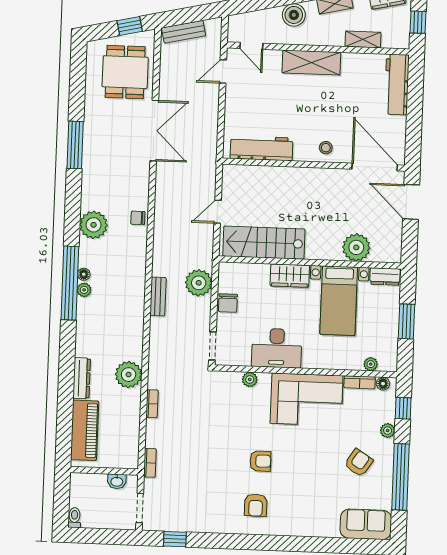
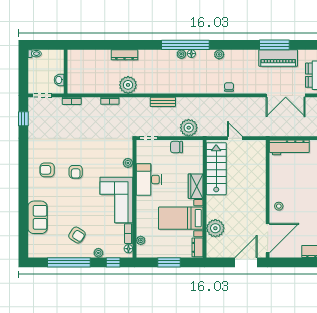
workbench: (261, 148) -> (289, 147), moved, turned 90
plant: (94, 225) -> (219, 54), width x0.53, depth x0.53
bench: (158, 296) -> (163, 102), moved
piano: (85, 430) -> (278, 58), moved
sofa: (366, 524) -> (38, 217), moved

